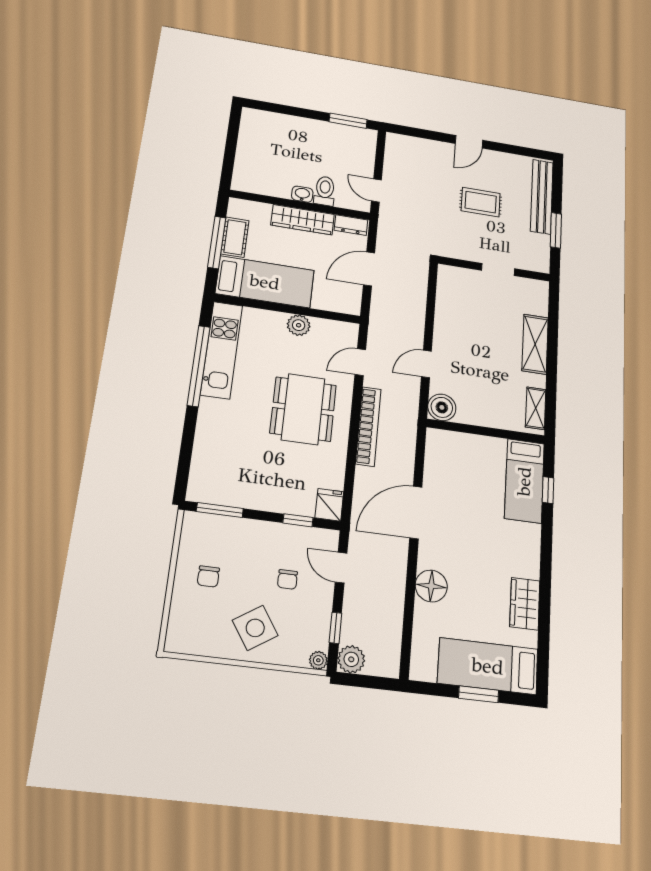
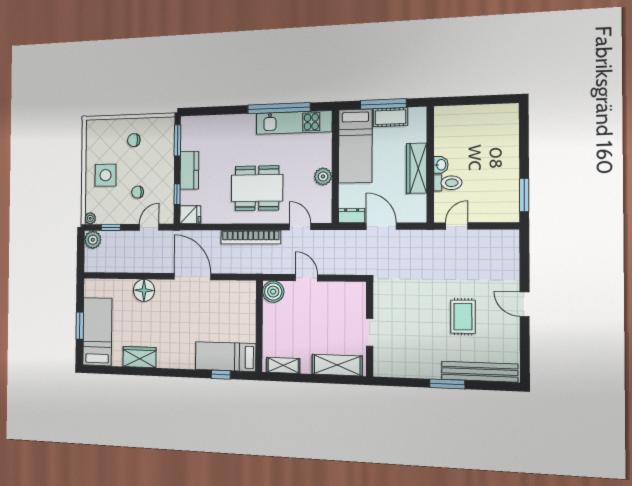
dresser: (351, 225) -> (352, 216), moved, turned 90
wall: (494, 269) -> (370, 329), moved
doorway: (498, 269) -> (370, 332), moved
kitchen counter: (266, 498) -> (189, 170), added
side table: (255, 628) -> (106, 175), turned 33

